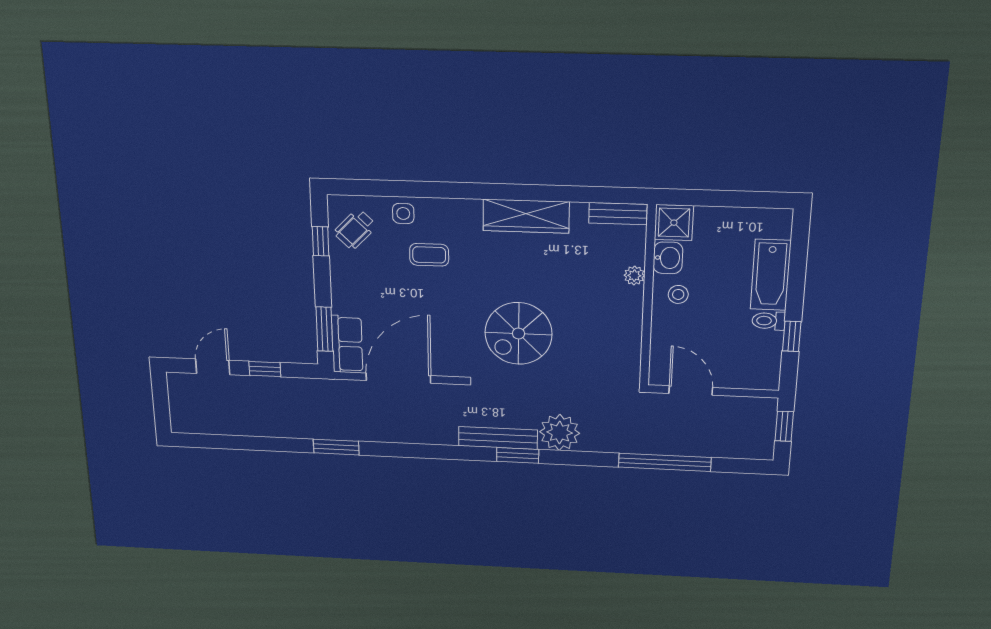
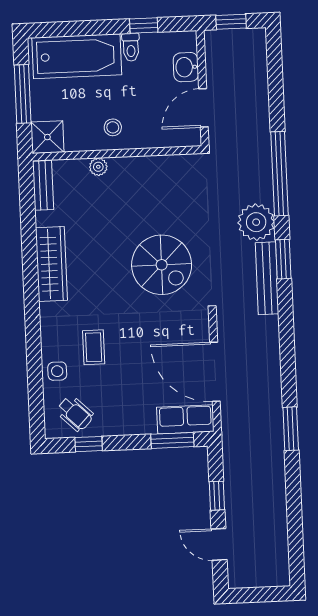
window: (727, 199) -> (23, 94), added
washbasin: (668, 258) -> (186, 67), moved, turned -90
bathtub: (771, 275) -> (77, 56), width x1.36, depth x1.36
window: (665, 462) -> (280, 174), moved

